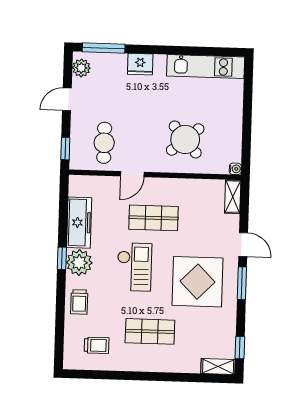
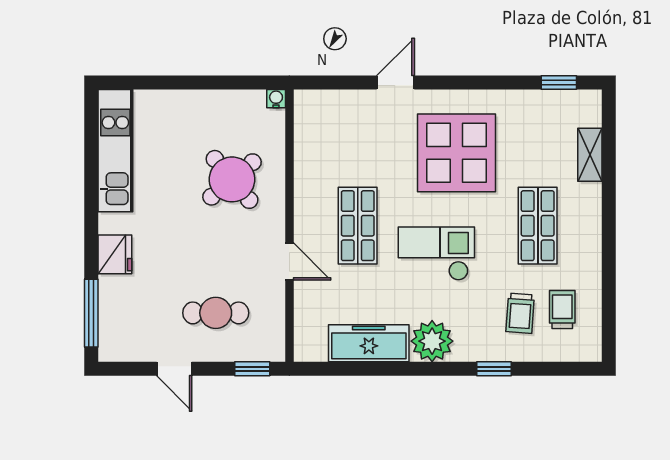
plant: (81, 68) -> (124, 347), removed
cafe table: (104, 143) -> (216, 313), moved
shelving: (233, 197) -> (320, 101), removed
window: (62, 258) -> (494, 369), moved
window: (242, 283) -> (457, 83), removed
trolley: (79, 302) -> (520, 313), moved, turned 94
shelving: (218, 366) -> (590, 155), moved

